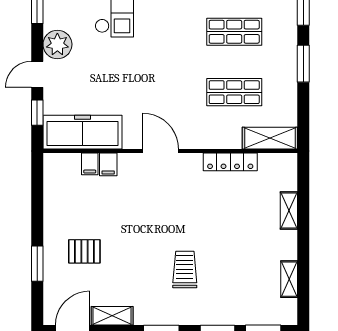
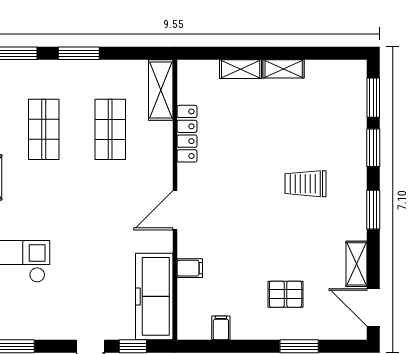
plant: (57, 44) -> (58, 324), removed
filing cabinet: (90, 164) -> (221, 328), moved, turned -90
pallet: (84, 251) -> (286, 294), turned 90
shelving: (289, 279) -> (284, 69), moved

